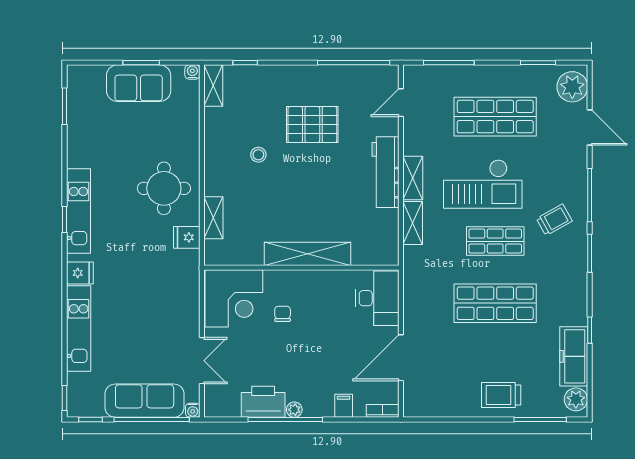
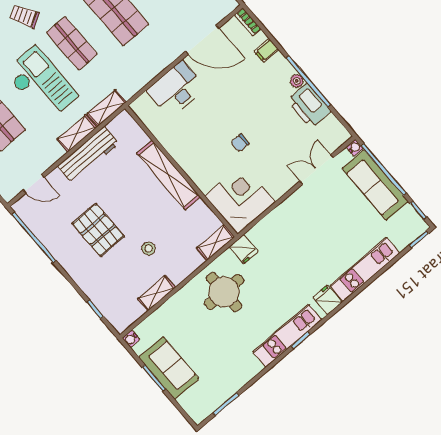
shelving: (213, 85) -> (157, 293), moved
shelving: (308, 254) -> (169, 175), moved
wall: (301, 268) -> (181, 171), moved
corner desk: (234, 298) -> (240, 199), moved

